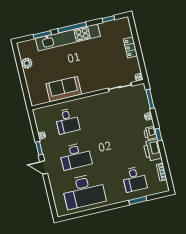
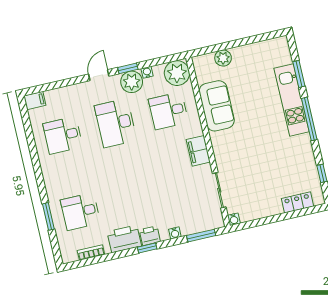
kitchen unit: (68, 37) -> (292, 100), width x0.73
locker: (131, 47) -> (297, 202), moved
plant: (27, 63) -> (223, 58), moved
filing cabinet: (94, 101) -> (198, 151), added
plant: (42, 116) -> (177, 73), added
plant: (48, 146) -> (132, 82), added
desk: (84, 191) -> (63, 135), width x0.53, depth x0.77
filing cabinet: (61, 210) -> (35, 101), added

